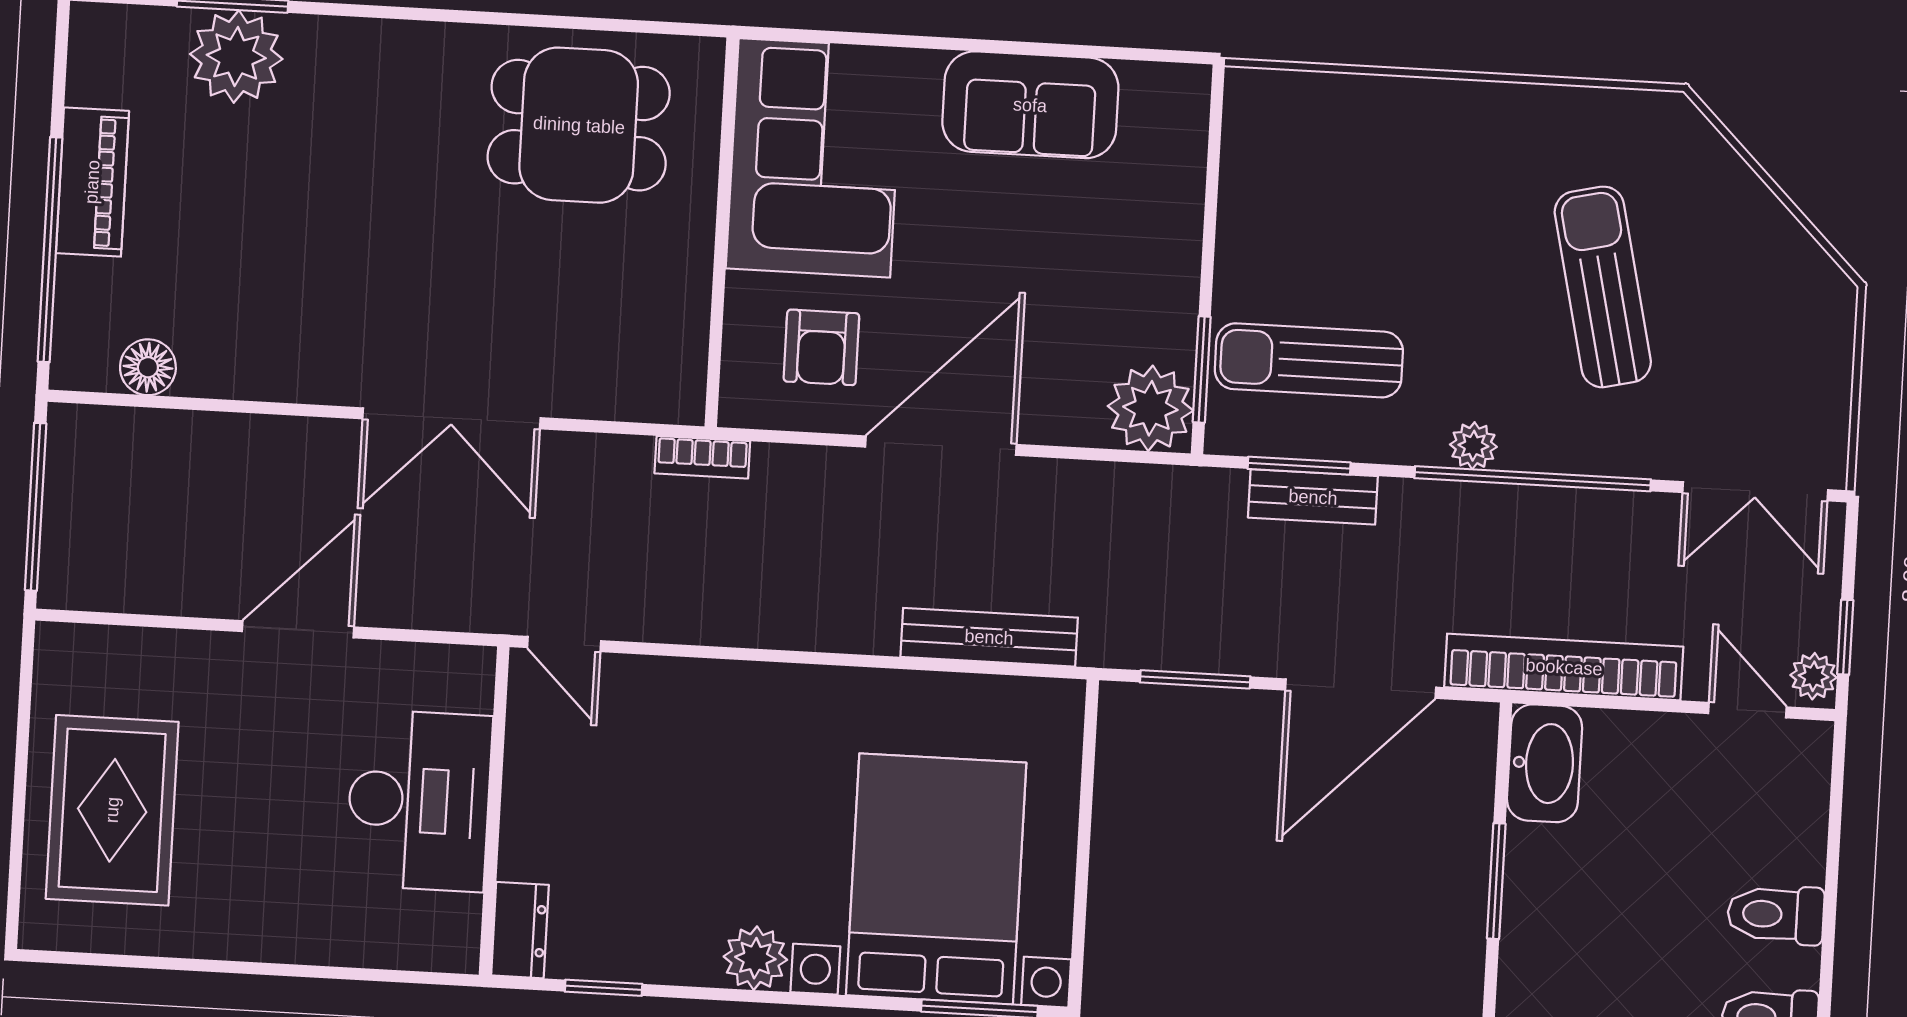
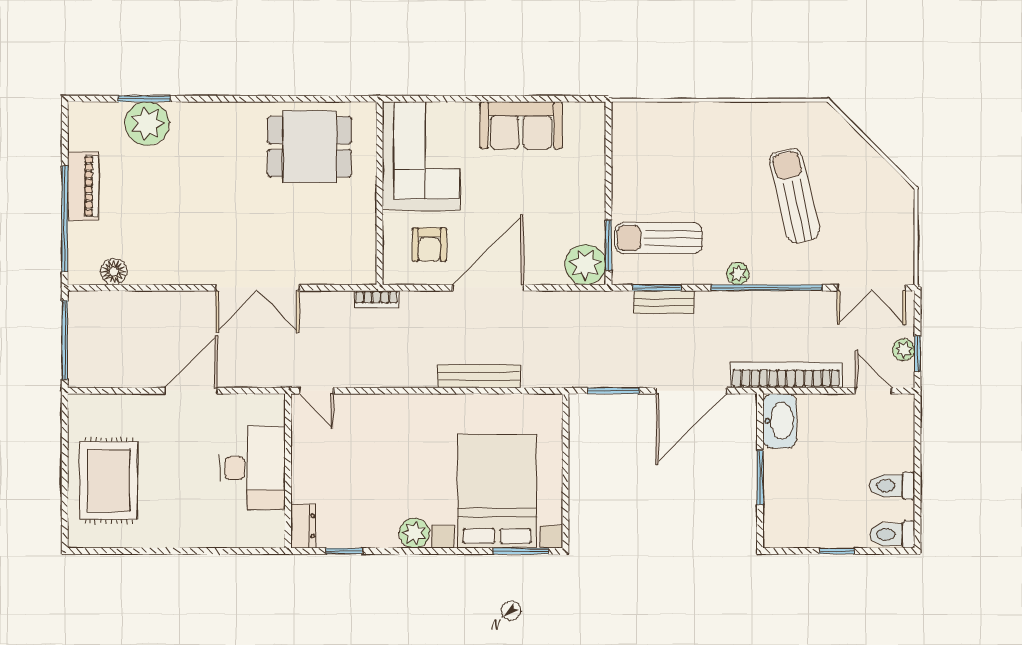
bench: (989, 637) -> (479, 376), moved
plant: (1814, 676) -> (904, 350), moved

